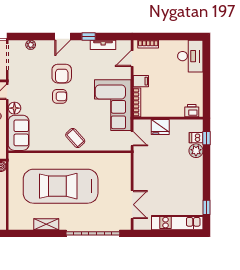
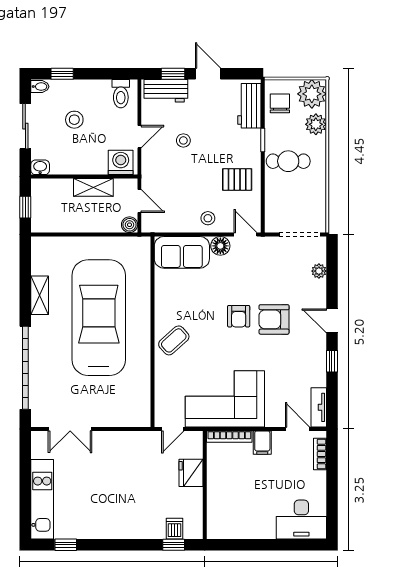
tv unit: (103, 45) -> (319, 407), moved
printer: (192, 111) -> (216, 522), removed
plant: (196, 151) -> (154, 528), removed

